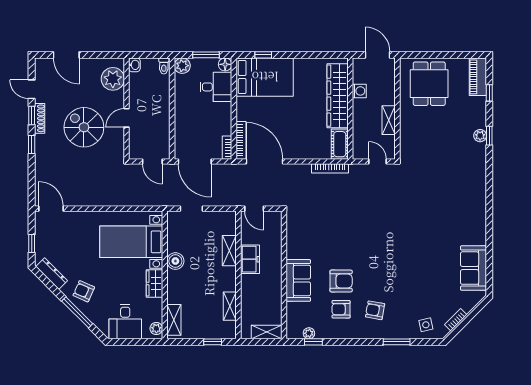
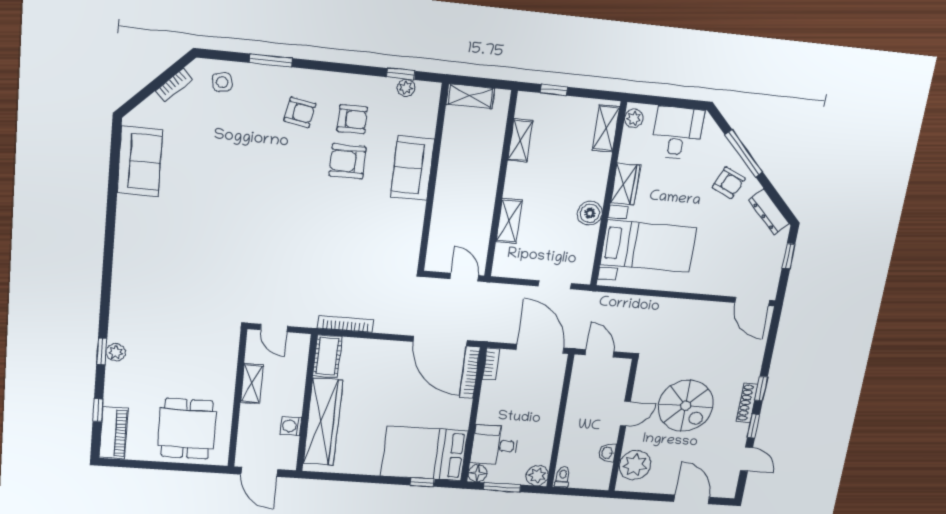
washbasin: (134, 65) -> (607, 453), moved
shoe rack: (40, 118) -> (747, 403), moved
freezer: (250, 259) -> (480, 206), removed

